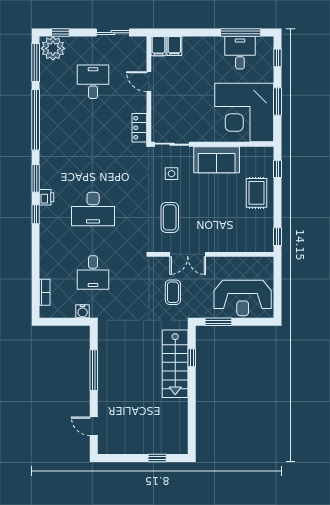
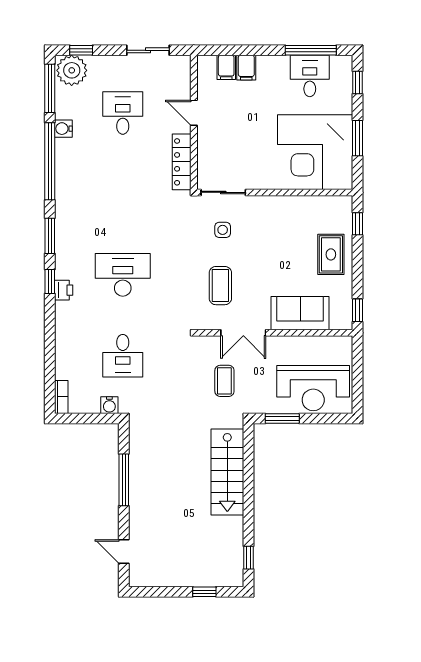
filing cabinet: (159, 46) -> (246, 68), moved
water cooler: (46, 94) -> (63, 129), added
locker: (139, 128) -> (182, 162), width x1.53
sofa: (217, 160) -> (300, 313), moved, turned 180
printer: (47, 197) -> (64, 290), moved
desk: (93, 209) -> (123, 275), turned 180
bookcase: (45, 292) -> (61, 397), moved
window: (192, 358) -> (248, 558), moved

